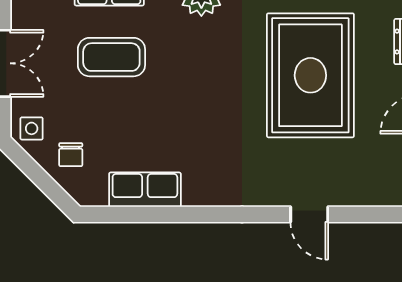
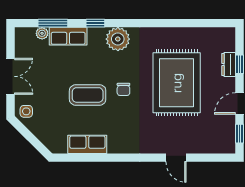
coffee table: (111, 57) -> (88, 95), moved
chair: (71, 155) -> (123, 89), moved

